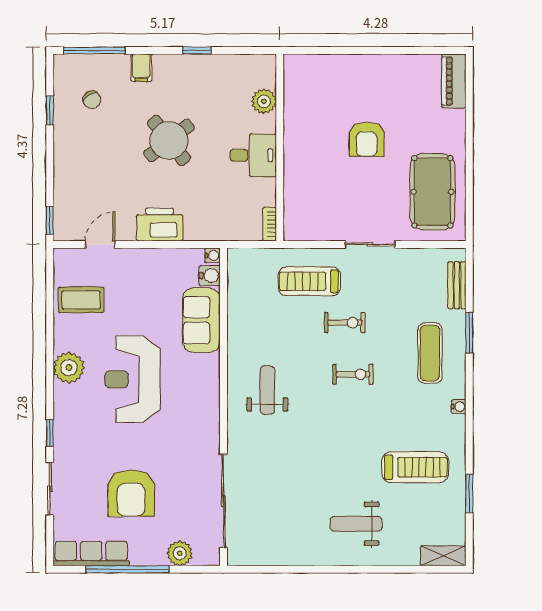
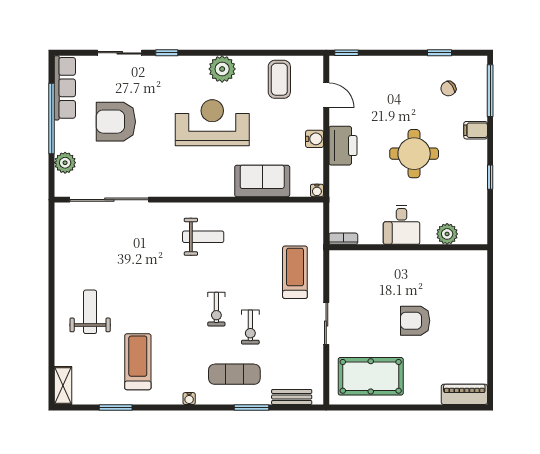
round table: (169, 140) -> (414, 154), turned 38
water cooler: (210, 276) -> (315, 139), moved, turned -90
exercise bike: (345, 323) -> (250, 327), moved
treadmill: (415, 467) -> (138, 362), turned 180

